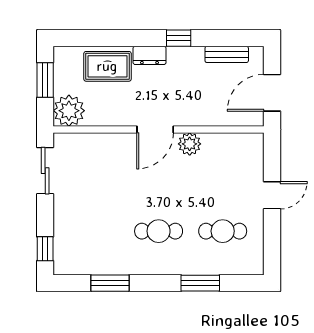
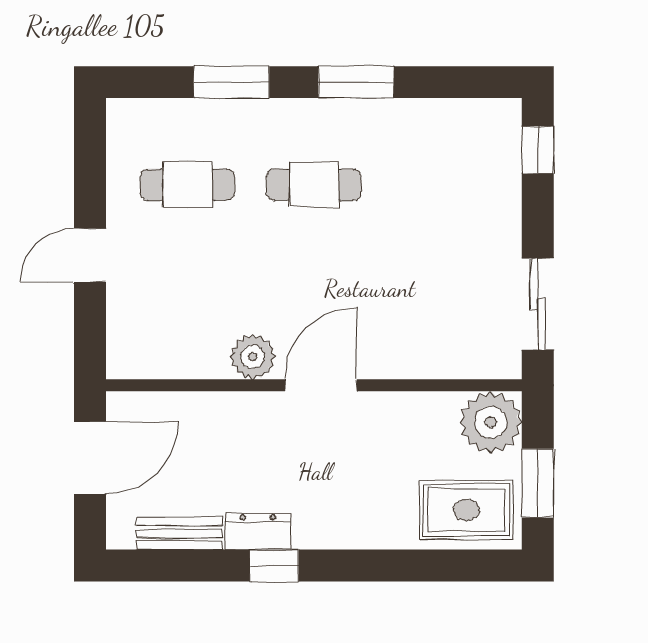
dresser: (150, 55) -> (258, 531), moved
rug: (107, 66) -> (467, 510), moved
window: (110, 283) -> (356, 82), moved

